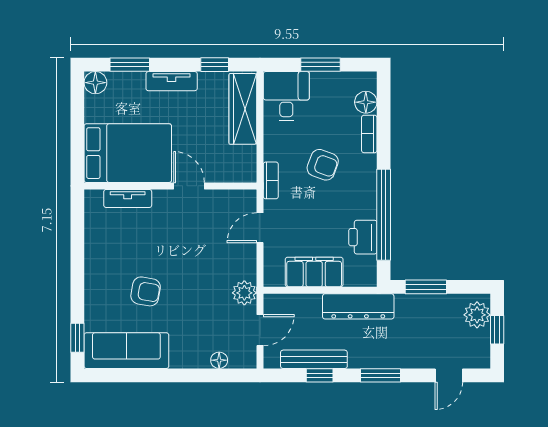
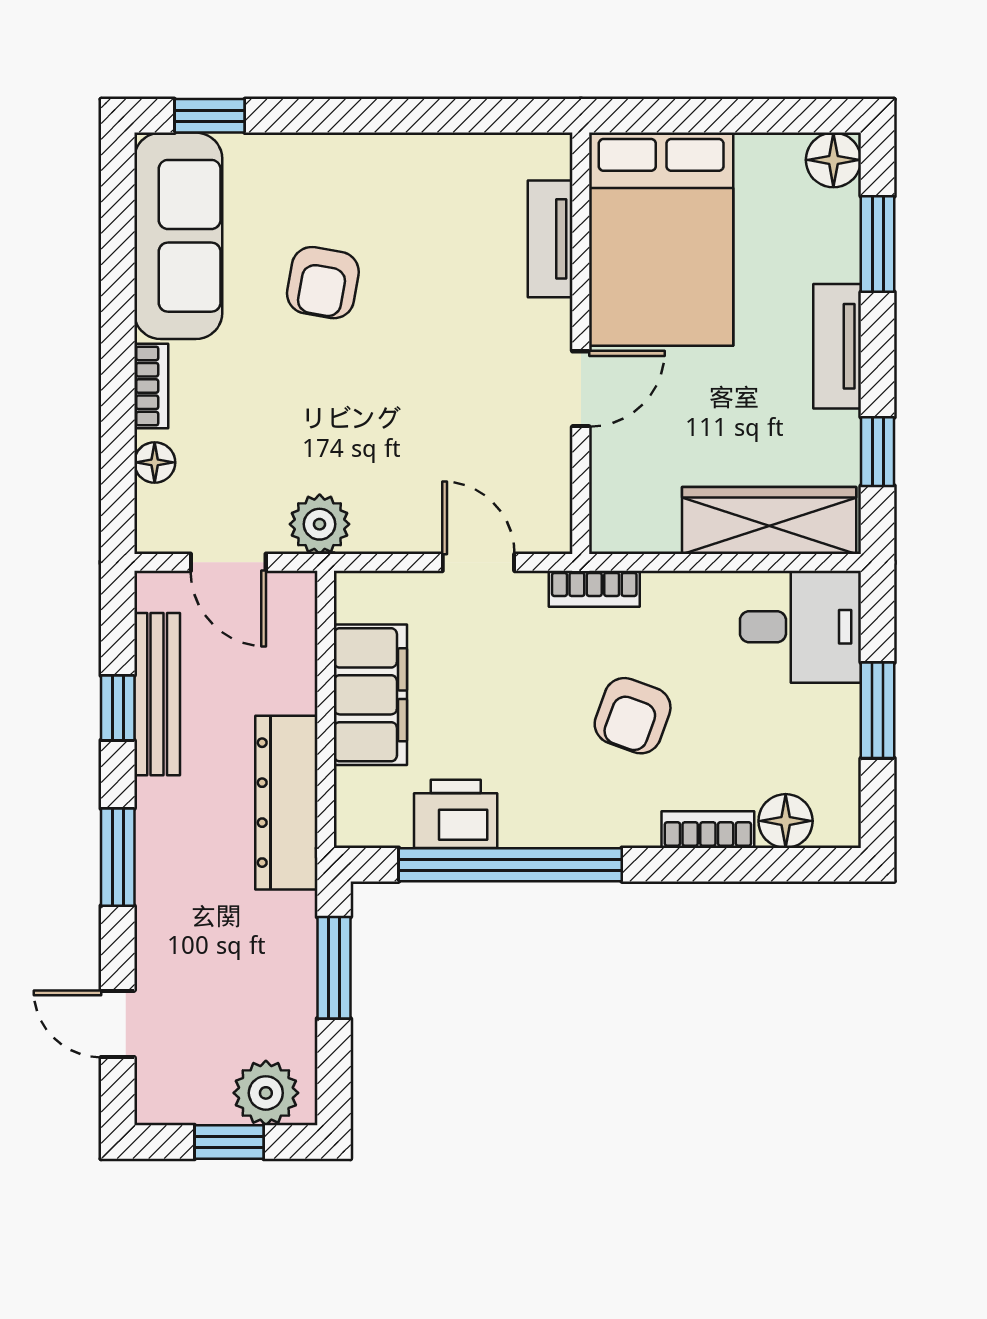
bookcase: (188, 362) -> (151, 386), added

